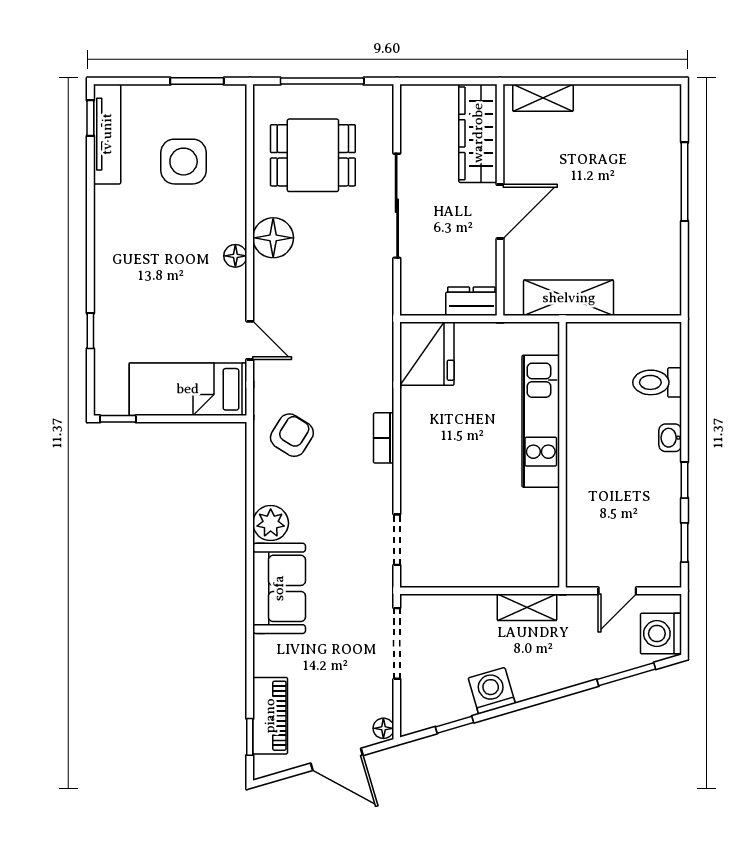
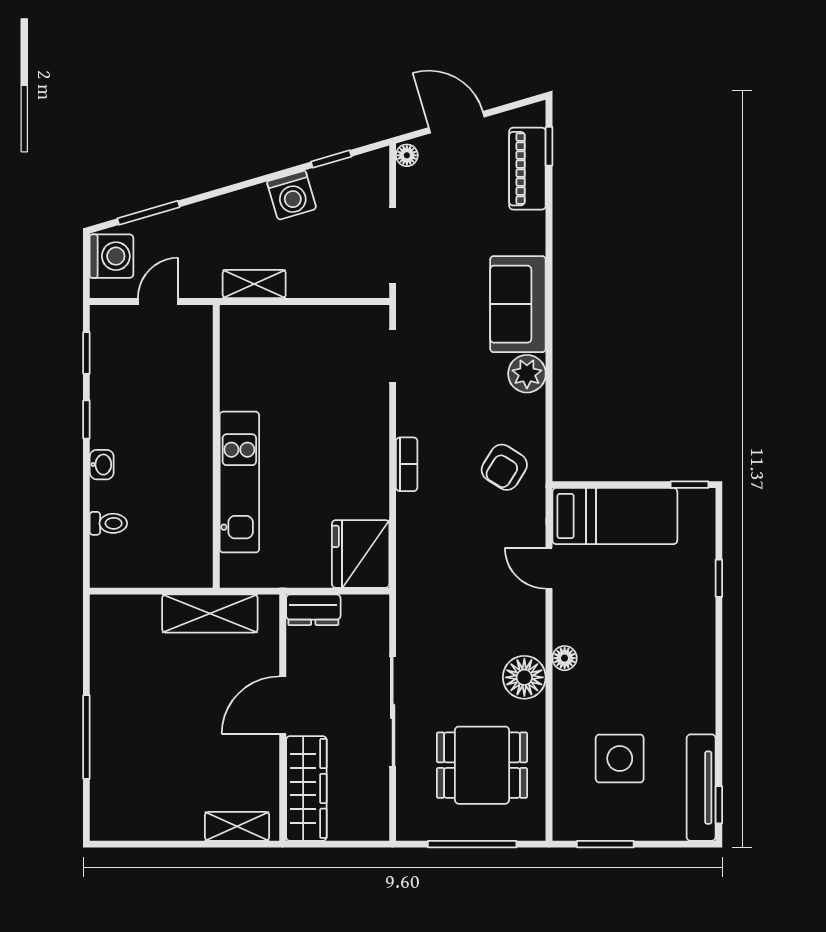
toilet: (657, 382) -> (108, 523), width x0.73, depth x0.72

